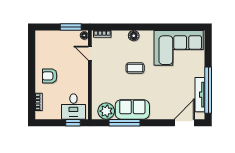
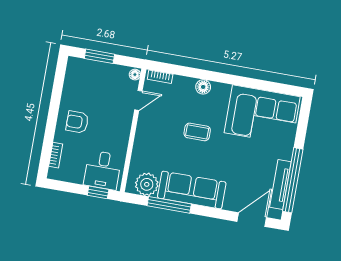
window: (71, 27) -> (99, 56), moved
door: (90, 53) -> (138, 100), swing flipped
sofa: (132, 109) -> (192, 190), width x1.36

